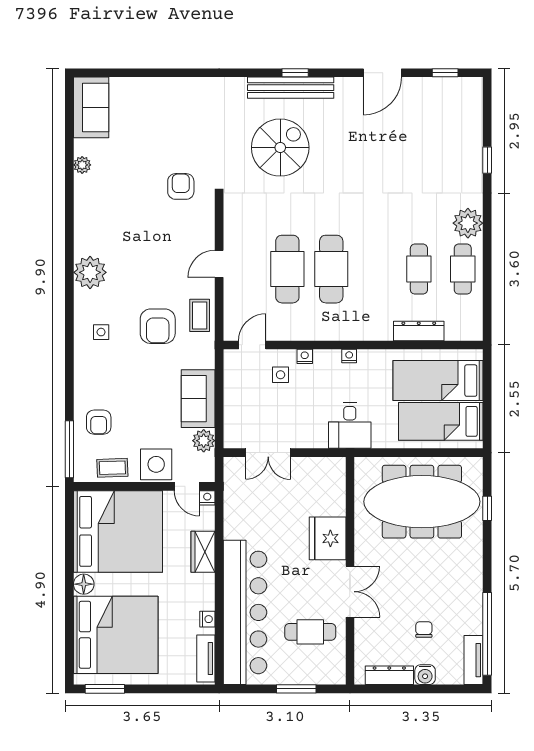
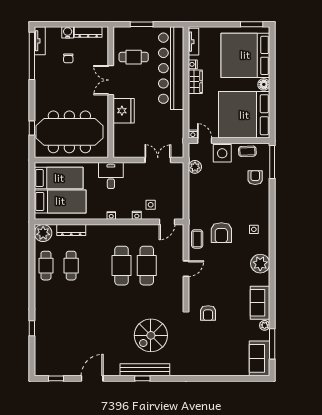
window: (69, 133) -> (272, 344), added
plant: (468, 223) -> (43, 233), moved
armchair: (158, 326) -> (221, 233), turned 180
sofa: (198, 399) -> (260, 303), moved, turned 180
wardrobe: (203, 552) -> (195, 82), moved

